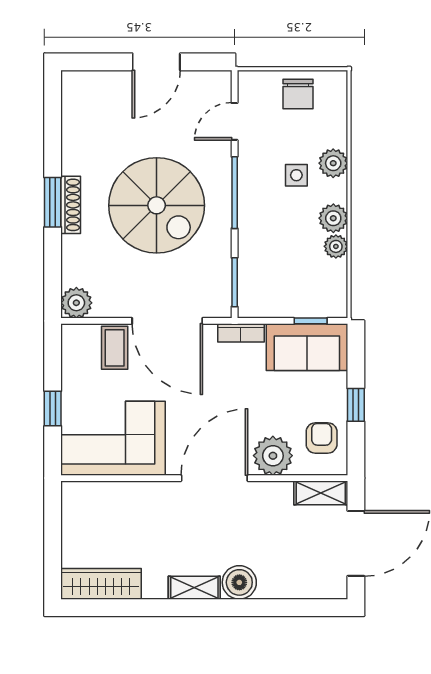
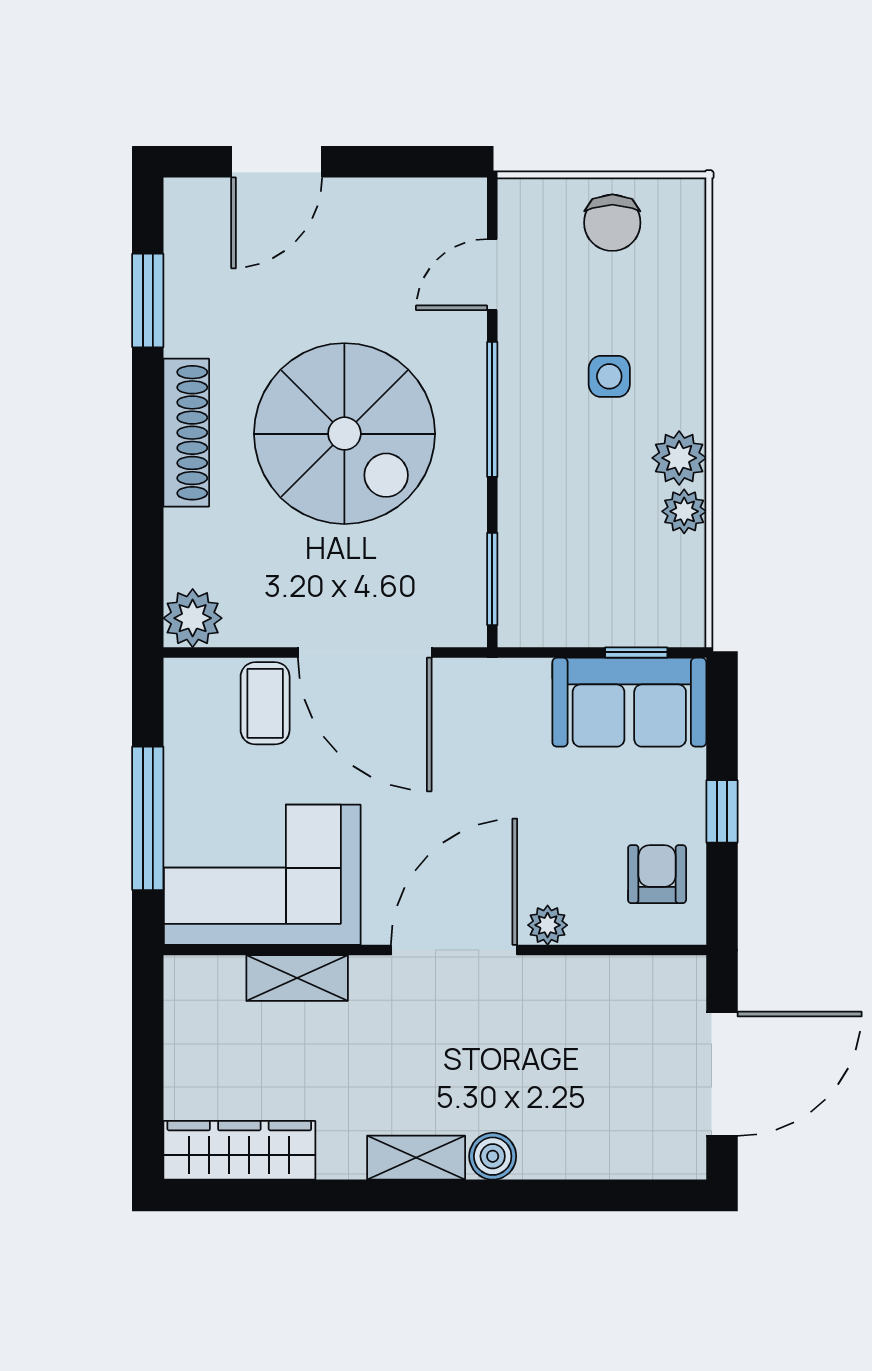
door: (156, 62) -> (277, 162), moved
plant: (333, 163) -> (679, 354), removed
window: (53, 202) -> (148, 300), moved
shoe rack: (71, 205) -> (186, 433), width x1.36, depth x1.24
bookcase: (241, 333) -> (504, 675), removed
window: (53, 408) -> (148, 818), width x2.17
plant: (273, 456) -> (548, 925), width x0.53, depth x0.53
shelving: (321, 493) -> (297, 978), moved
boiler: (239, 582) -> (493, 1156), width x0.73, depth x0.73

